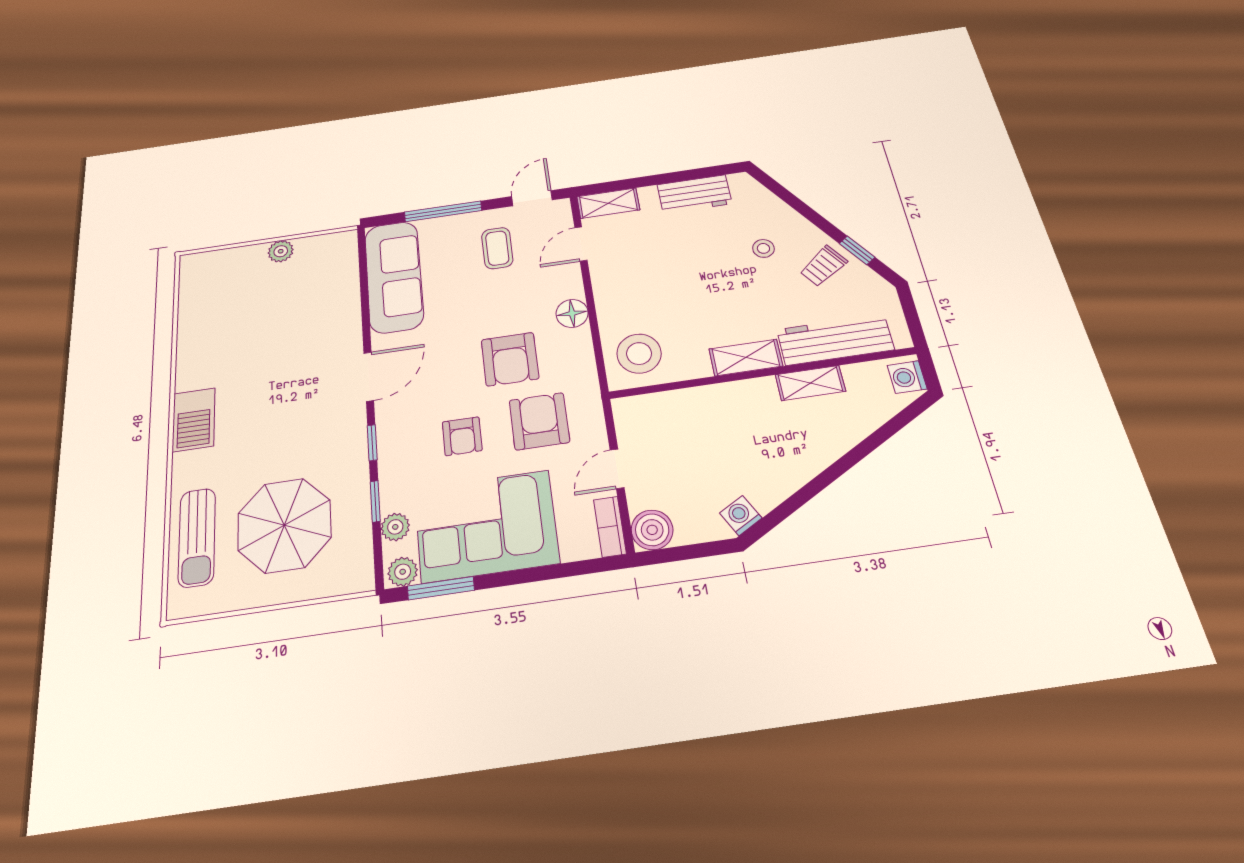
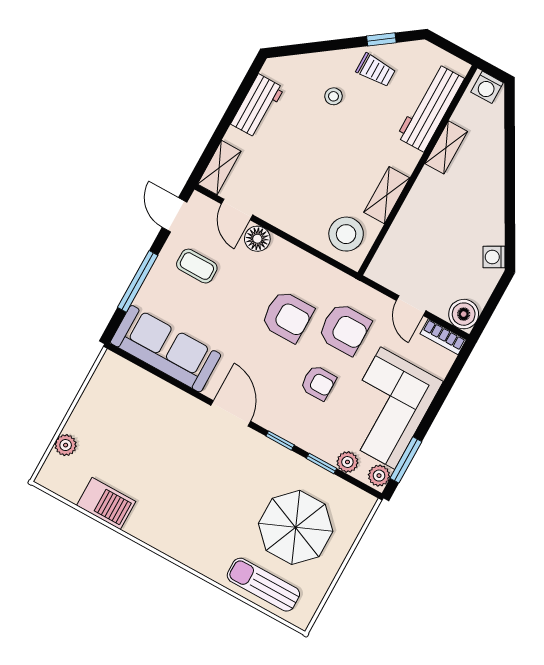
plant: (281, 251) -> (66, 445), moved
trolley: (823, 266) -> (376, 70), turned -54
floor lamp: (572, 313) -> (257, 239), moved
shelving: (746, 358) -> (387, 195), moved
barbecue: (194, 420) -> (106, 503), moved
armchair: (539, 421) -> (344, 329), turned 180
sun lounger: (197, 537) -> (263, 585), turned 180

